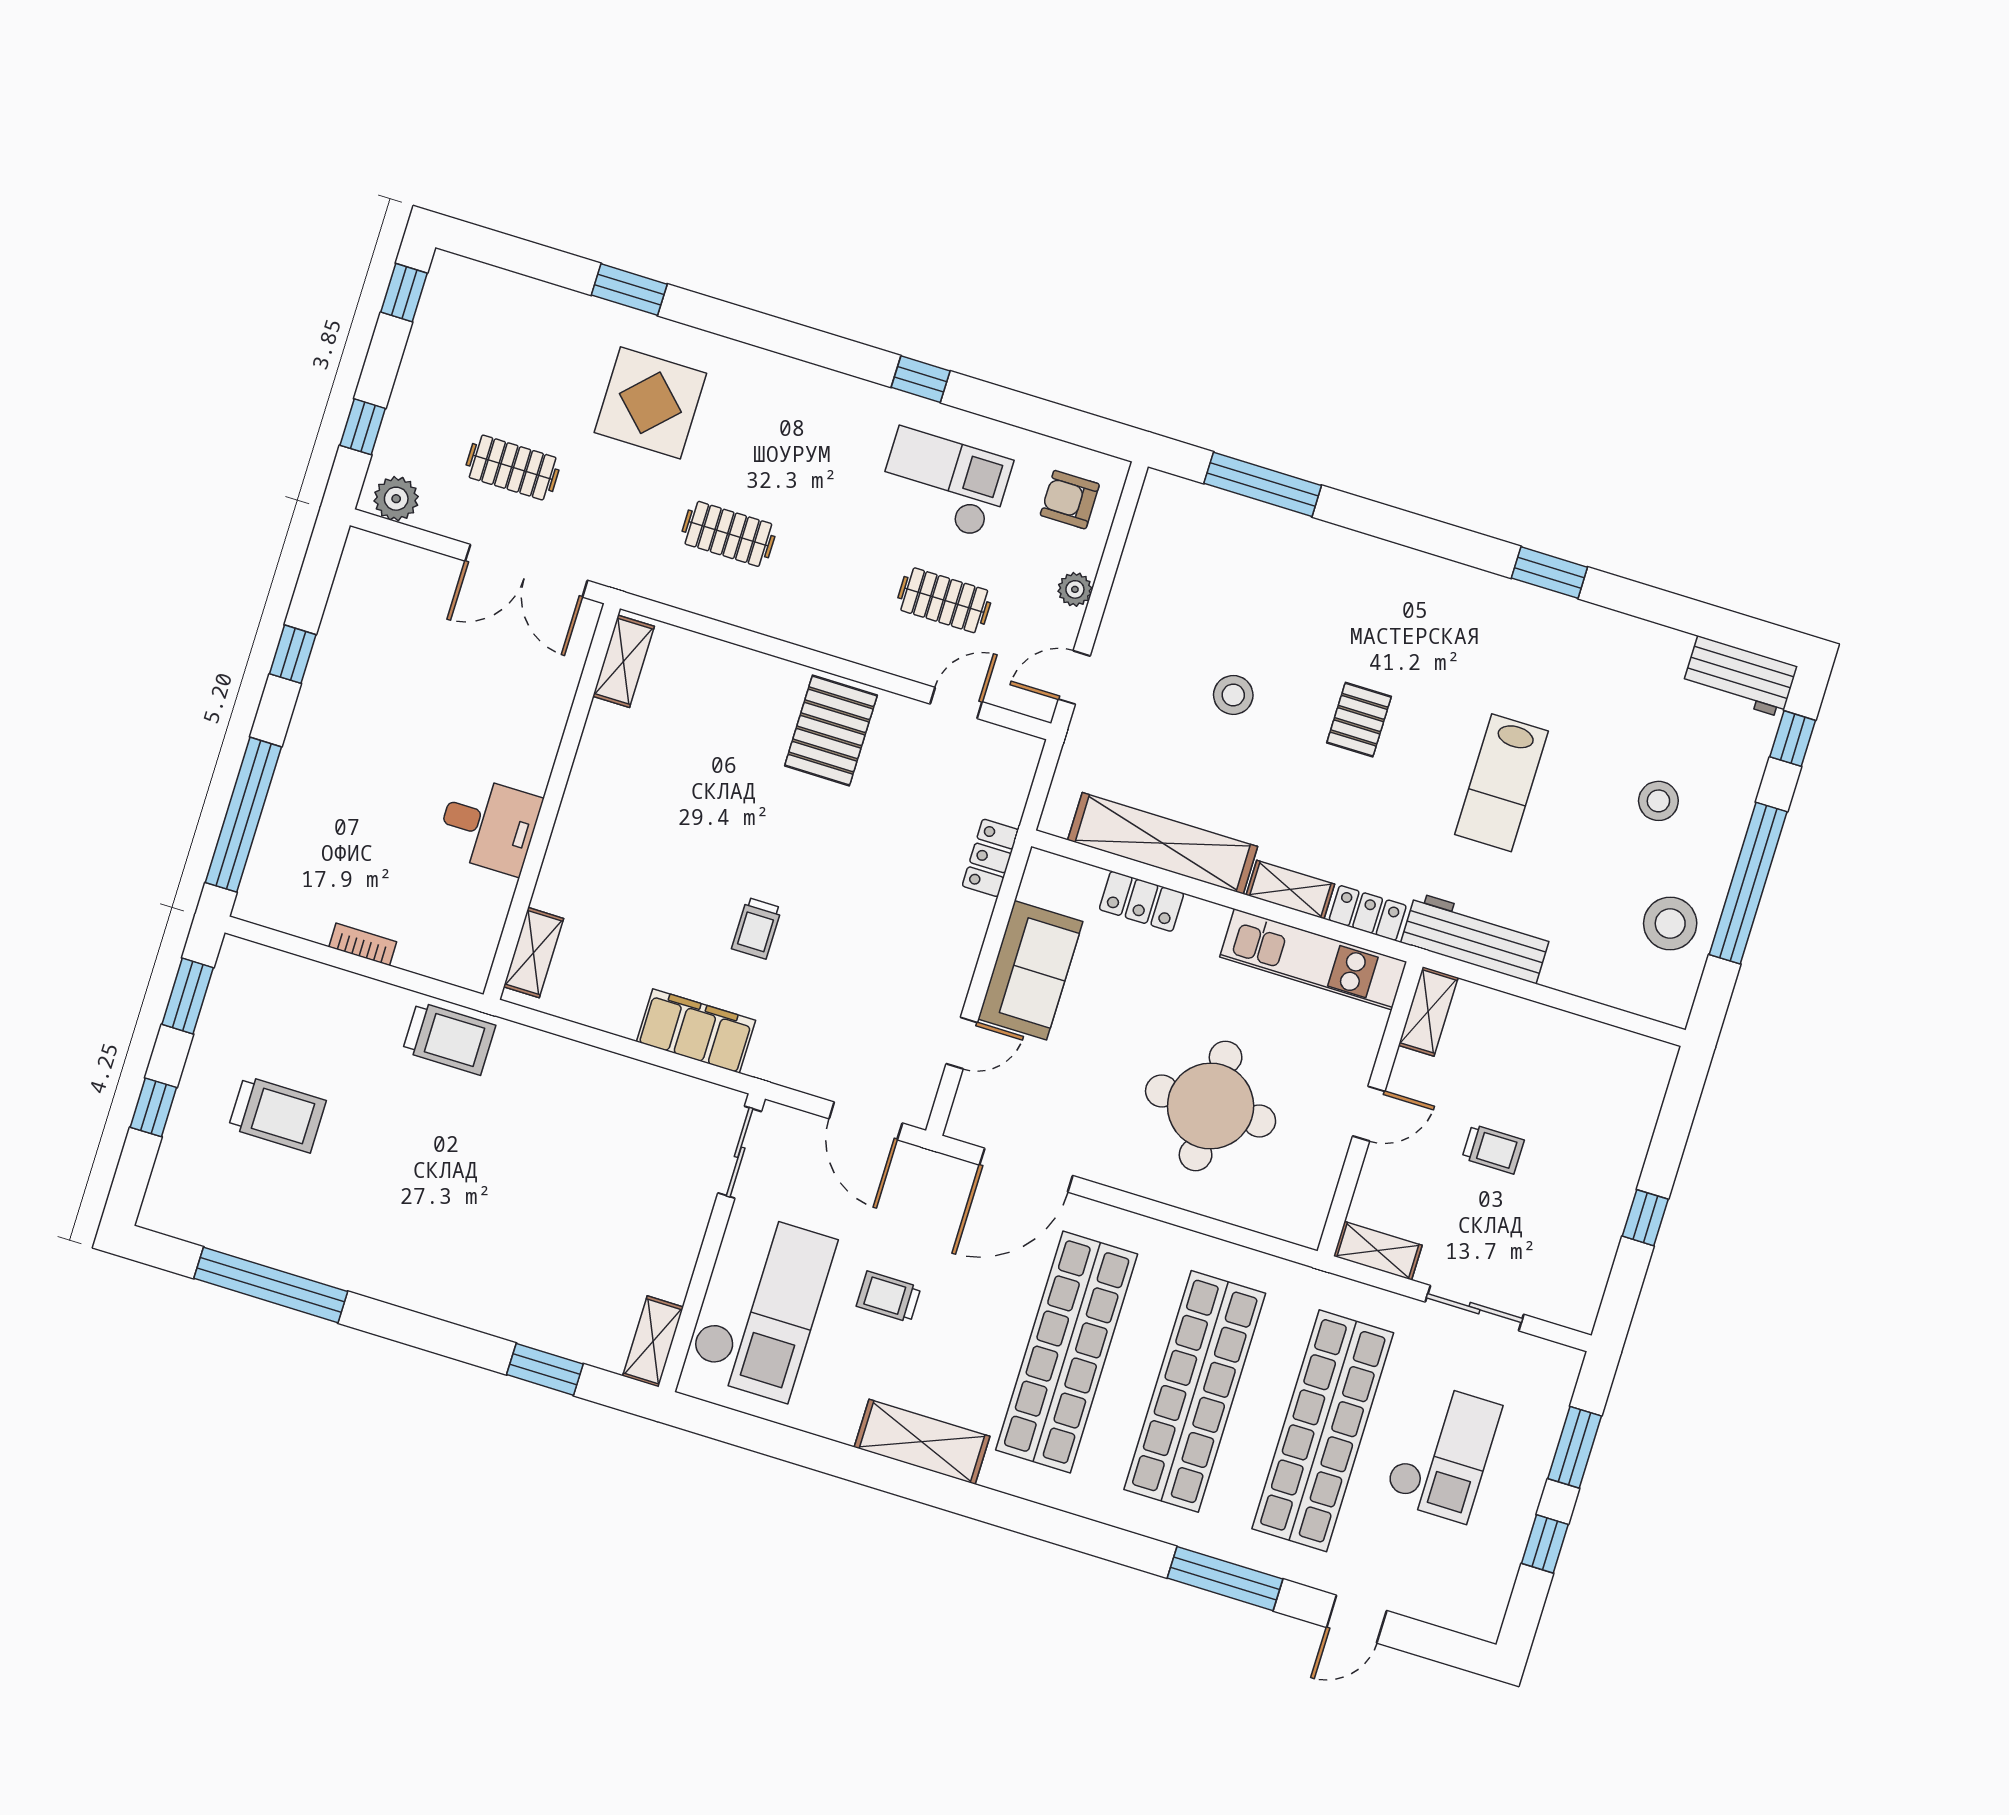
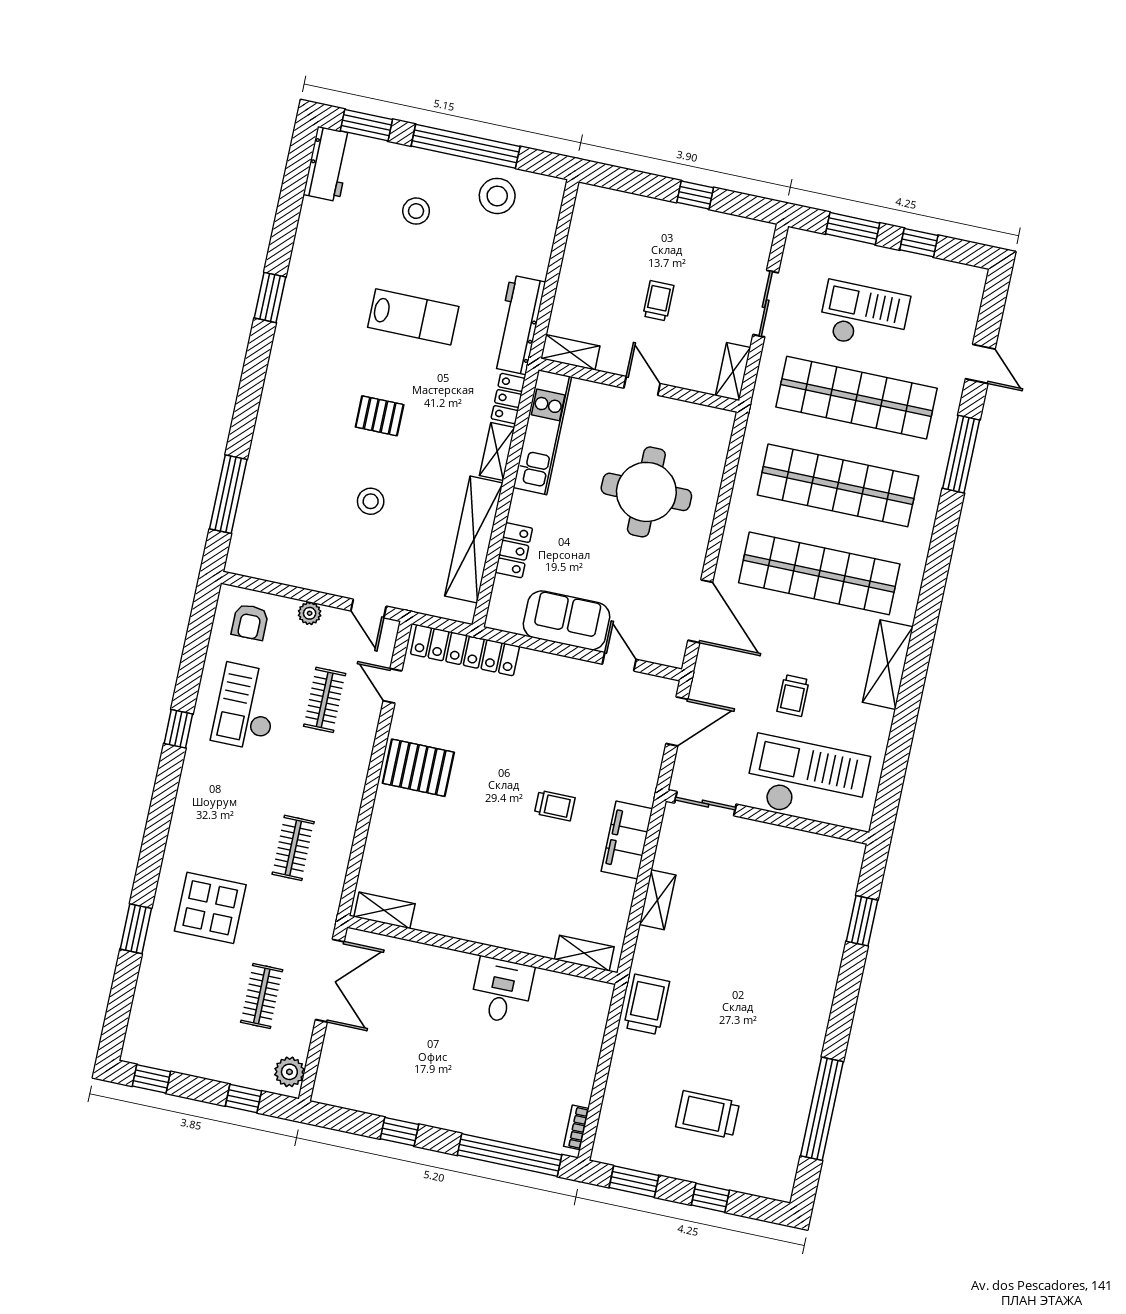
window: (1793, 739) -> (366, 125), width x1.50
locker: (990, 858) -> (465, 650), width x2.16, depth x1.21
bookcase: (363, 944) -> (576, 1127), moved
trolley: (277, 1114) -> (708, 1115), turned -90
shelving: (653, 1341) -> (658, 900), moved, turned 90

